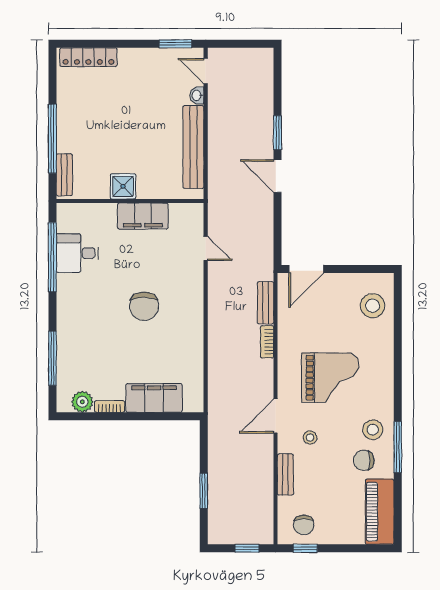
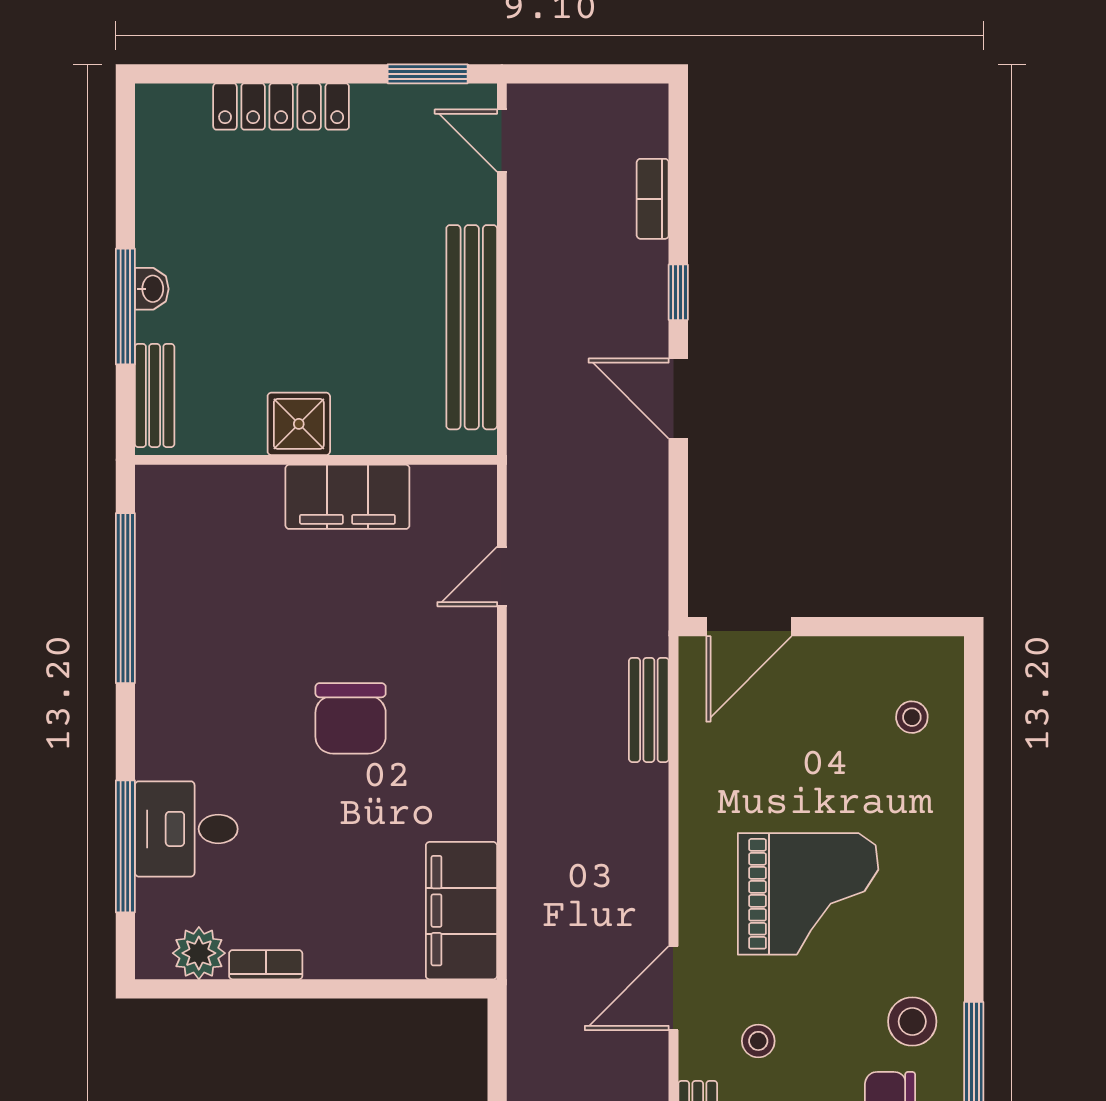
locker: (88, 57) -> (281, 107), moved
washbasin: (197, 95) -> (152, 289), moved, turned 180
window: (277, 133) -> (678, 292), width x0.67
window: (52, 139) -> (125, 307), width x0.68
door: (206, 248) -> (502, 576), swing flipped
desk: (77, 253) -> (186, 829), moved
stool: (373, 306) -> (912, 717), width x0.53, depth x0.53
bookcase: (267, 342) -> (653, 199), moved
filing cabinet: (154, 398) -> (461, 911), moved, turned -90

